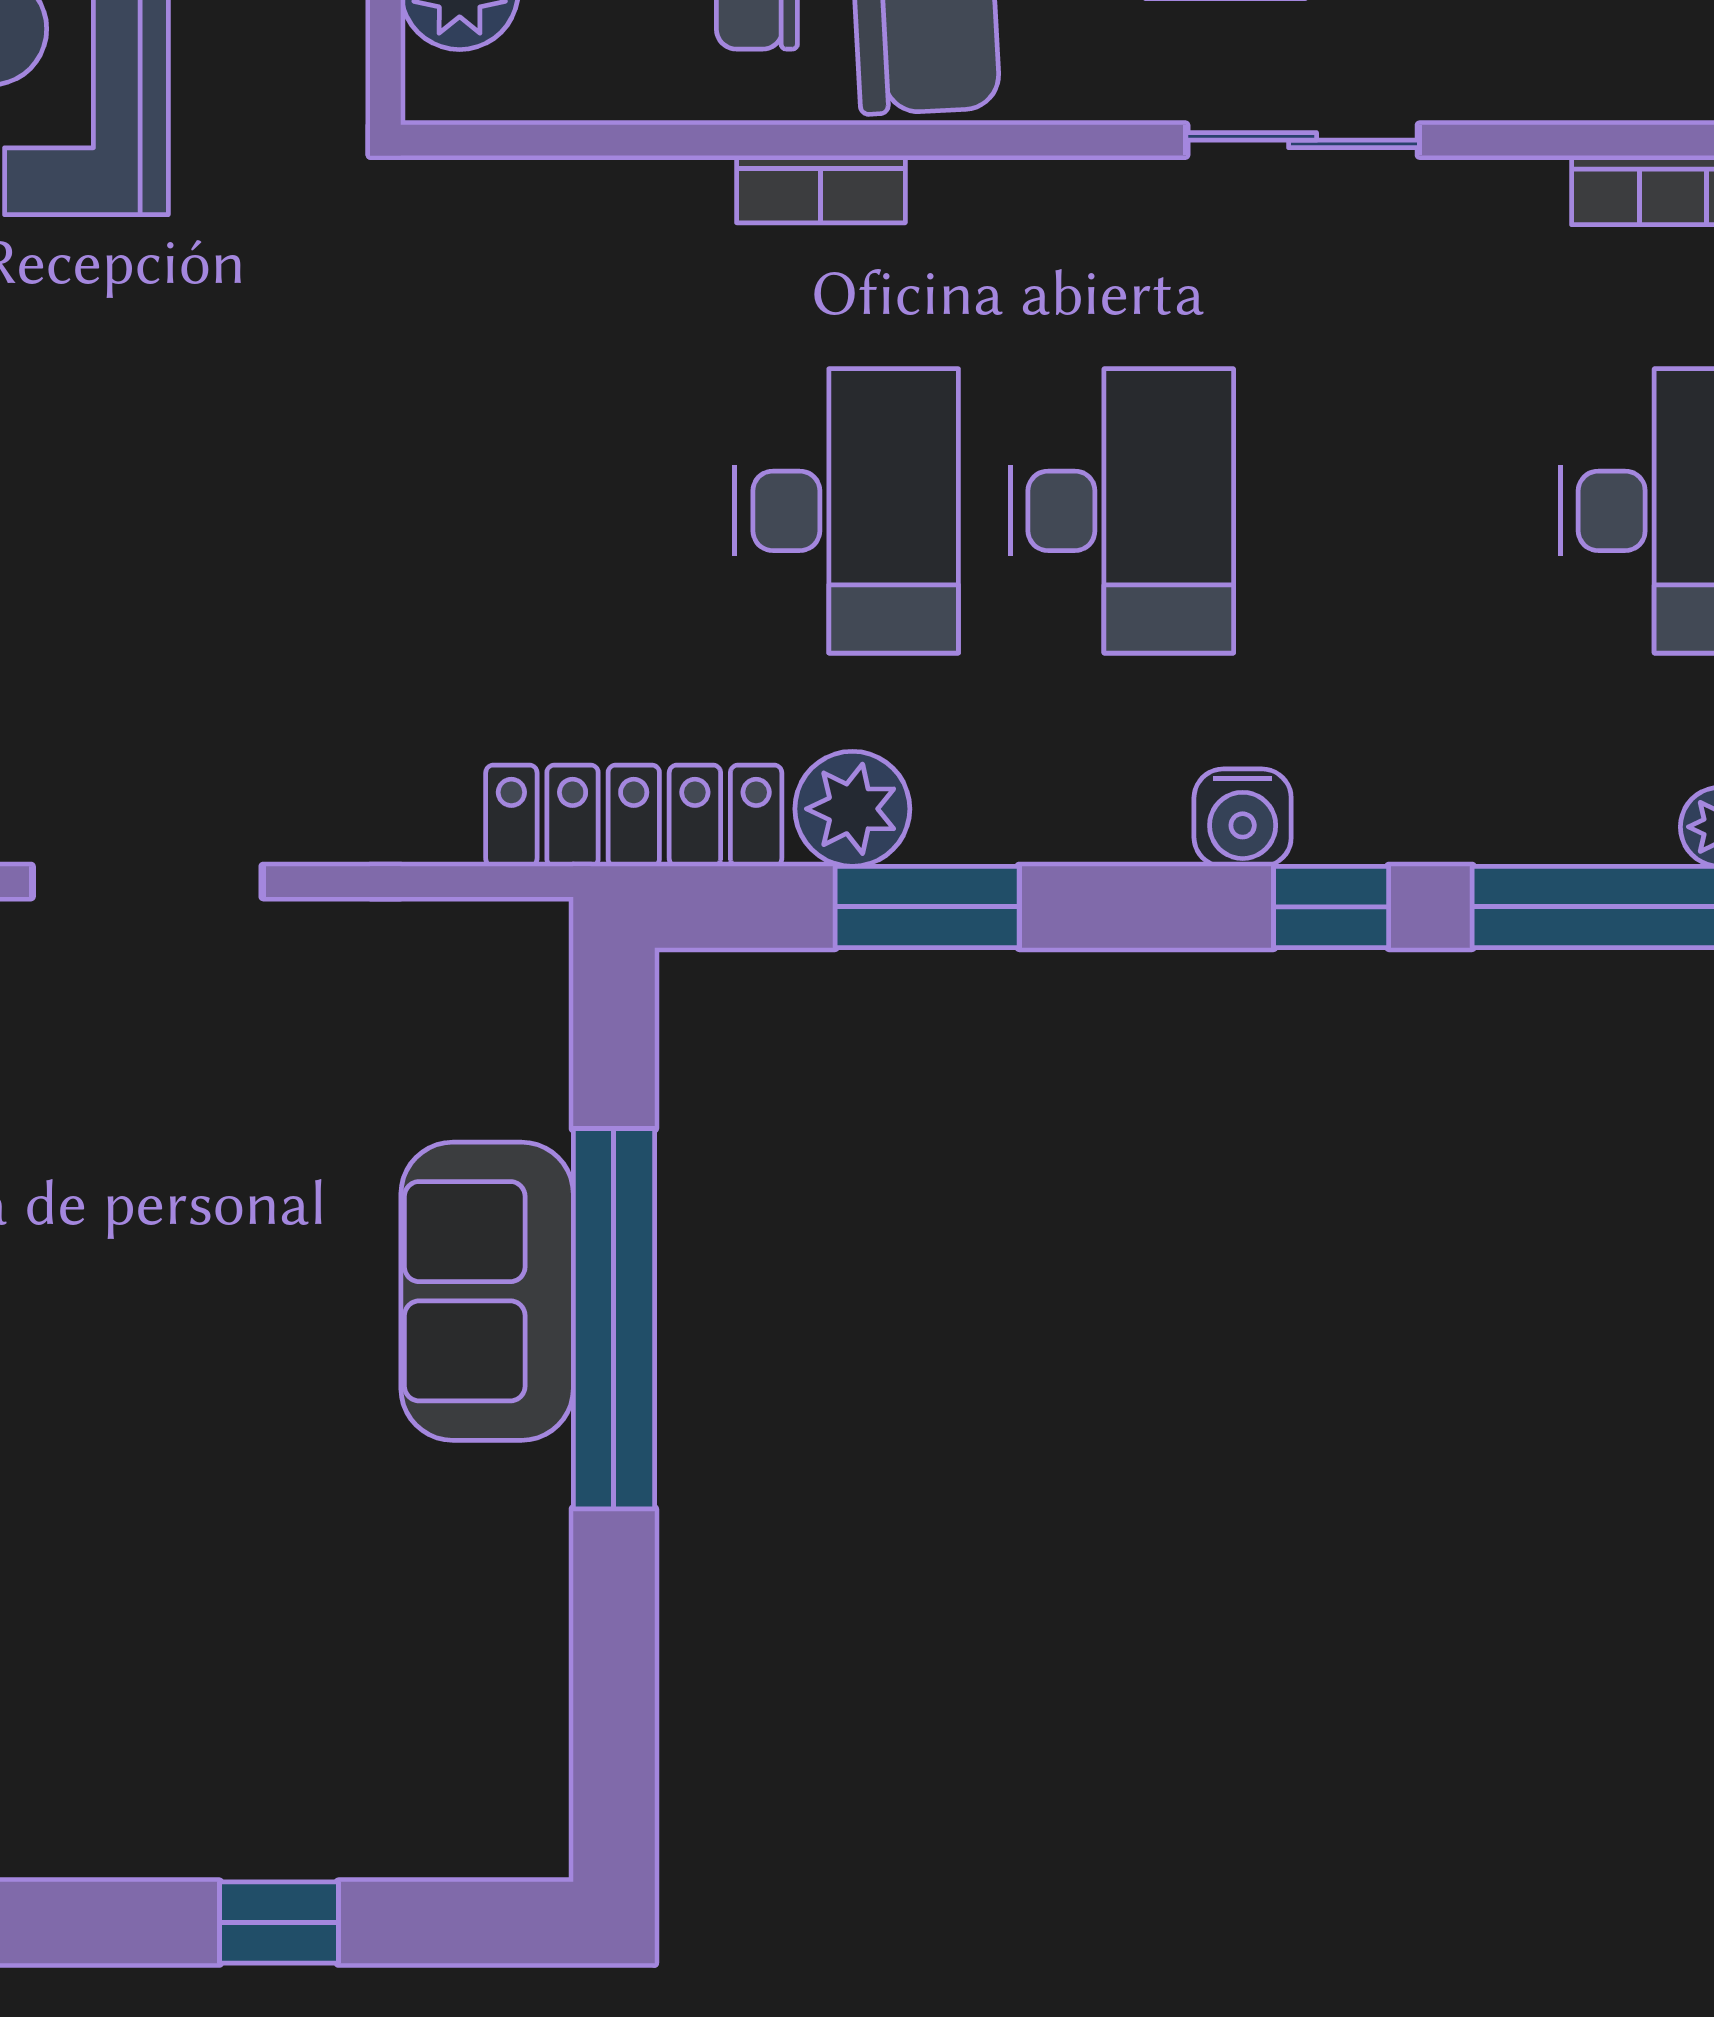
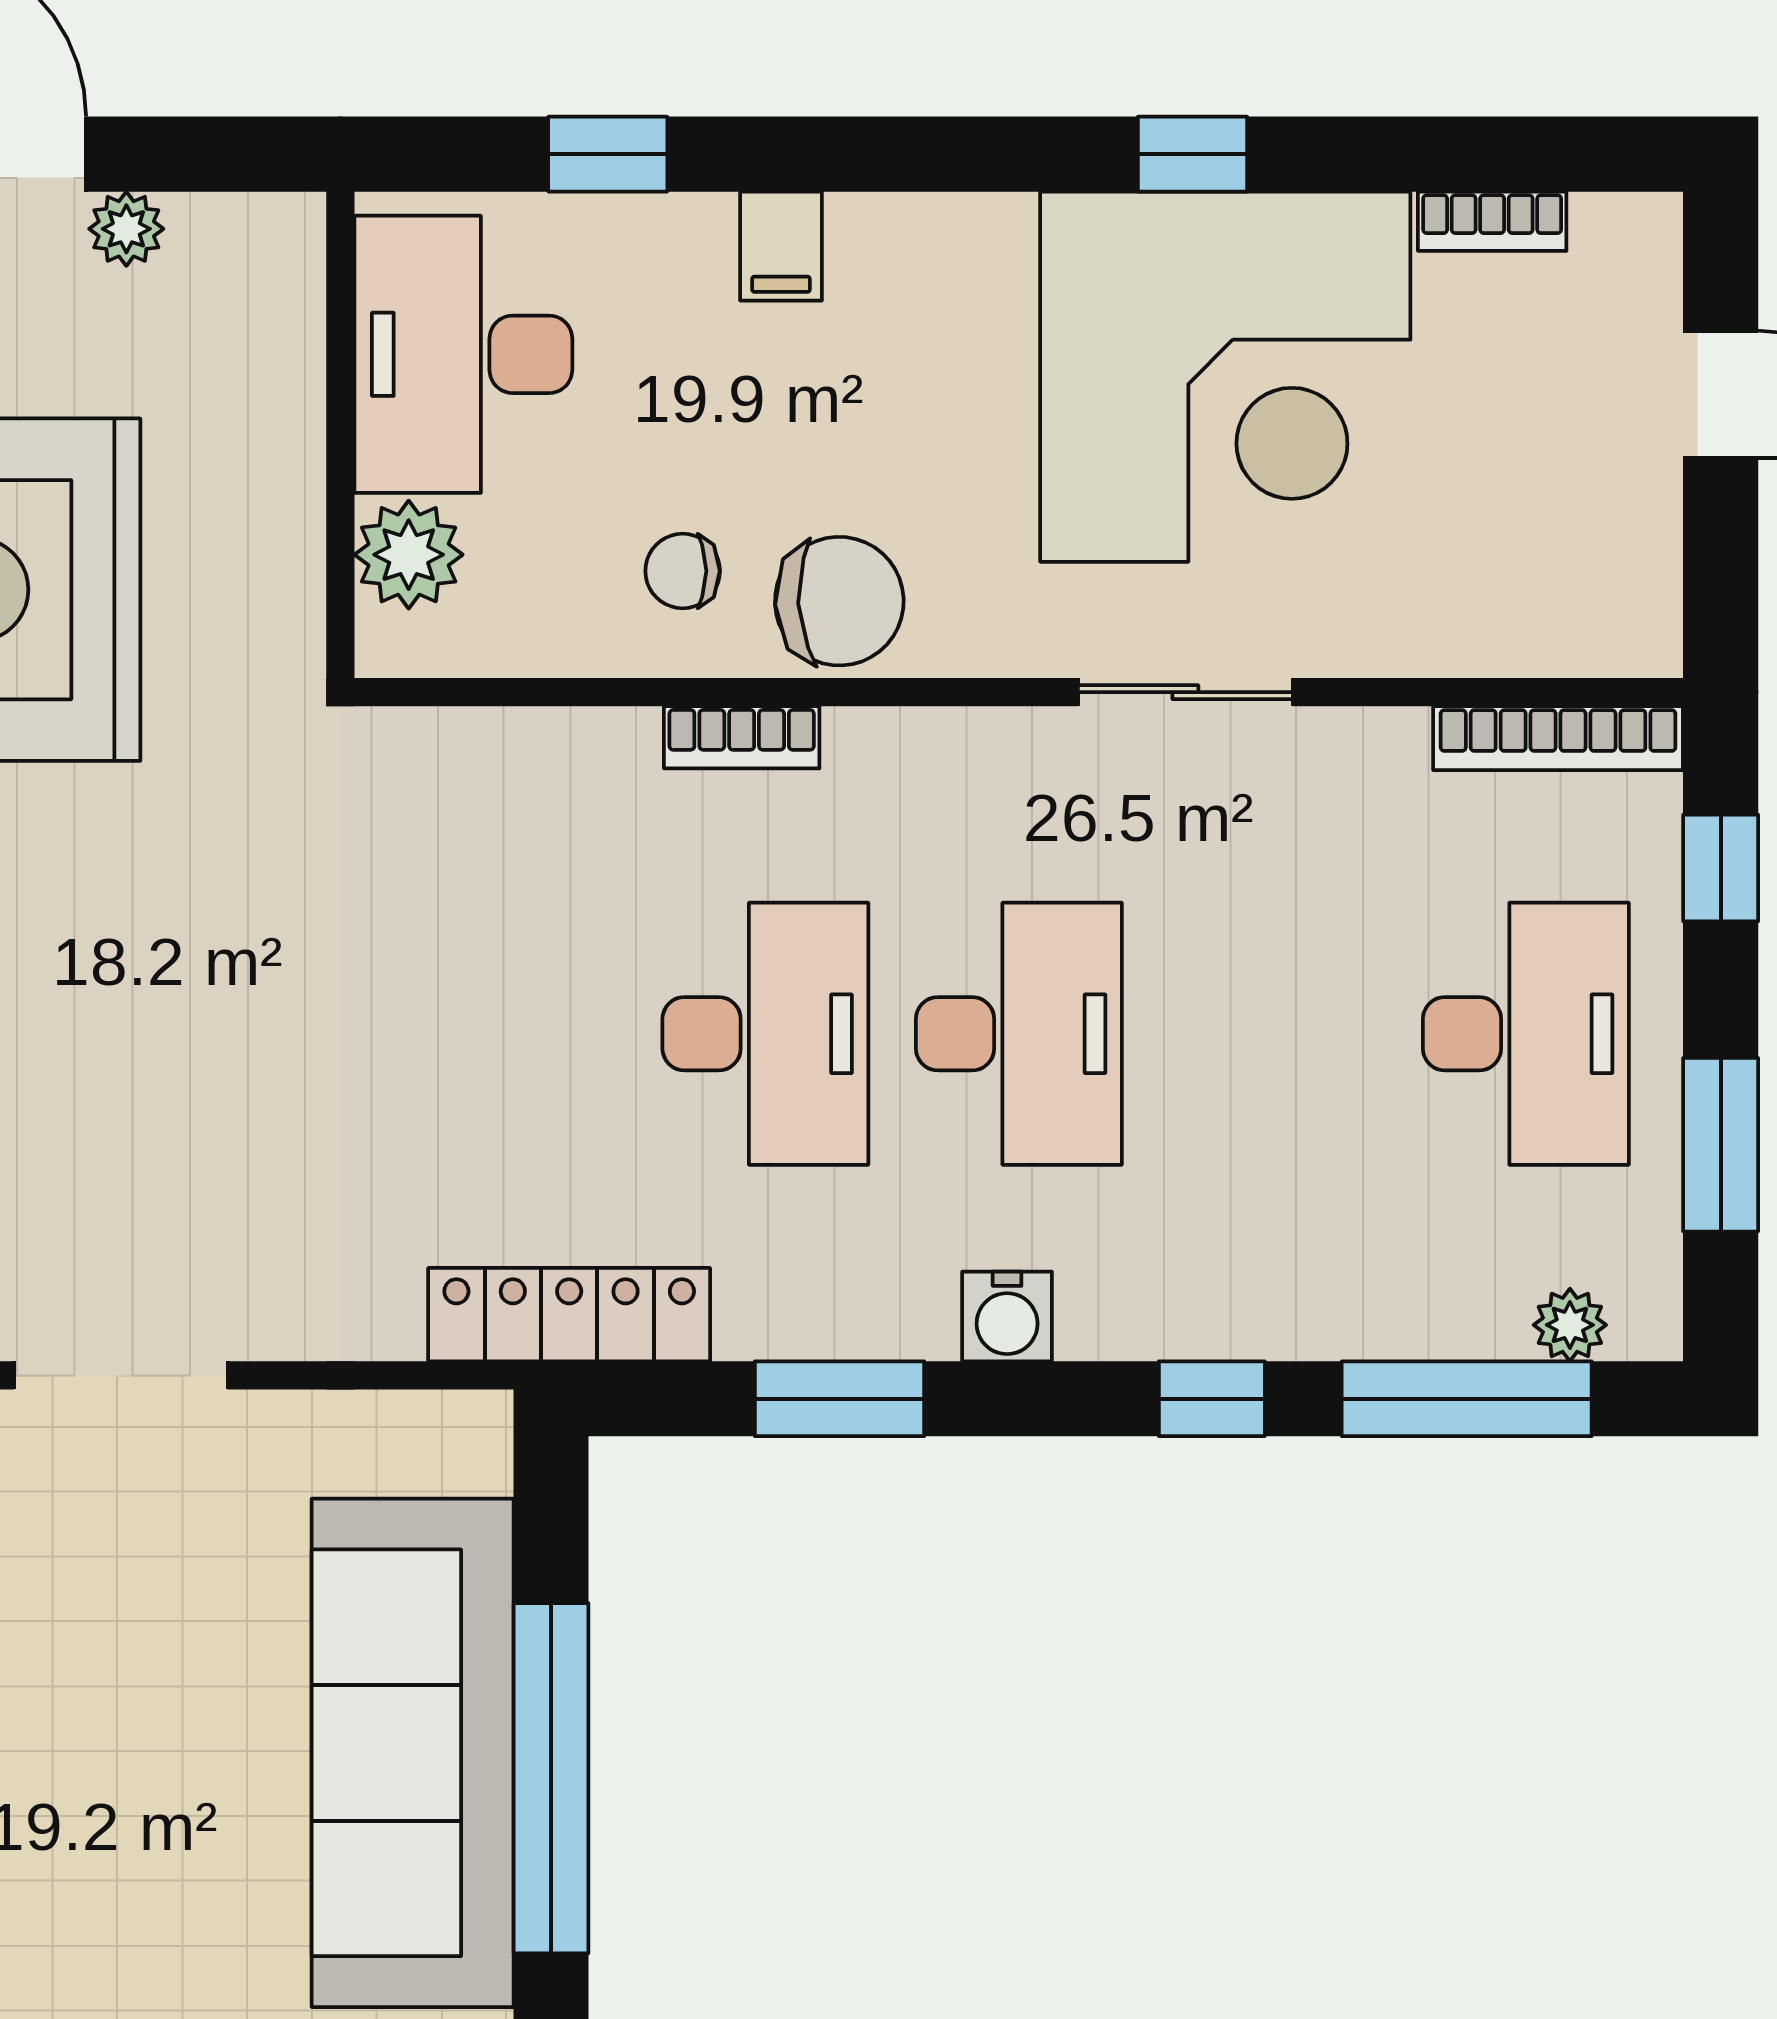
plant: (852, 809) -> (771, 1308), removed
water cooler: (1243, 818) -> (1007, 1316), moved
sofa: (487, 1291) -> (413, 1753), width x1.85, depth x1.27

